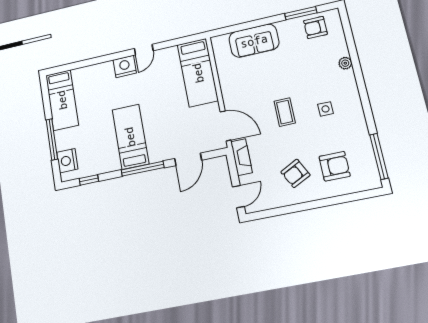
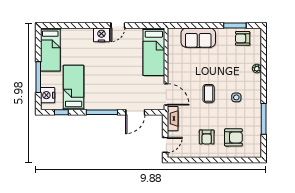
bed: (130, 137) -> (74, 88), moved
window: (379, 156) -> (264, 119), moved
armchair: (295, 173) -> (207, 137), turned -63

